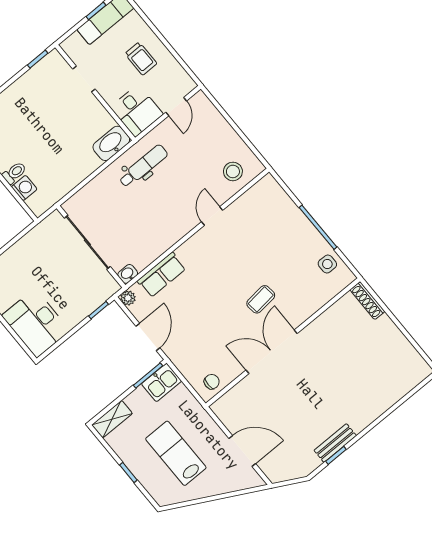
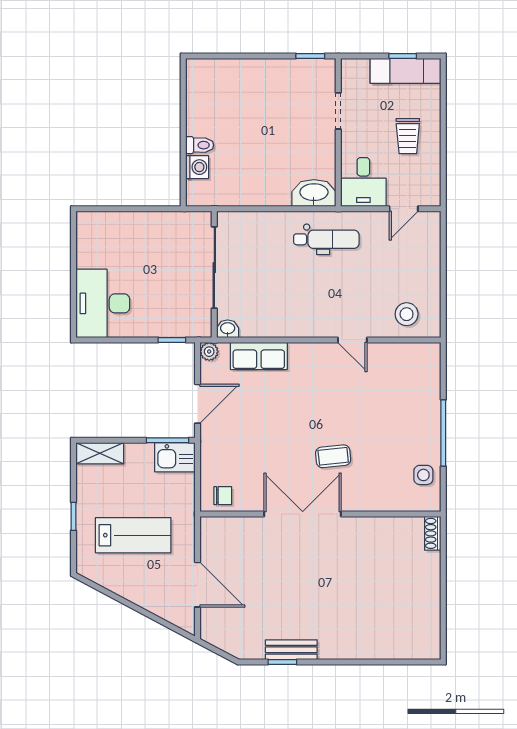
door: (212, 216) -> (352, 340), swing flipped
shoe rack: (367, 301) -> (433, 533), width x0.70
lab bench: (176, 453) -> (133, 535), turned 90

